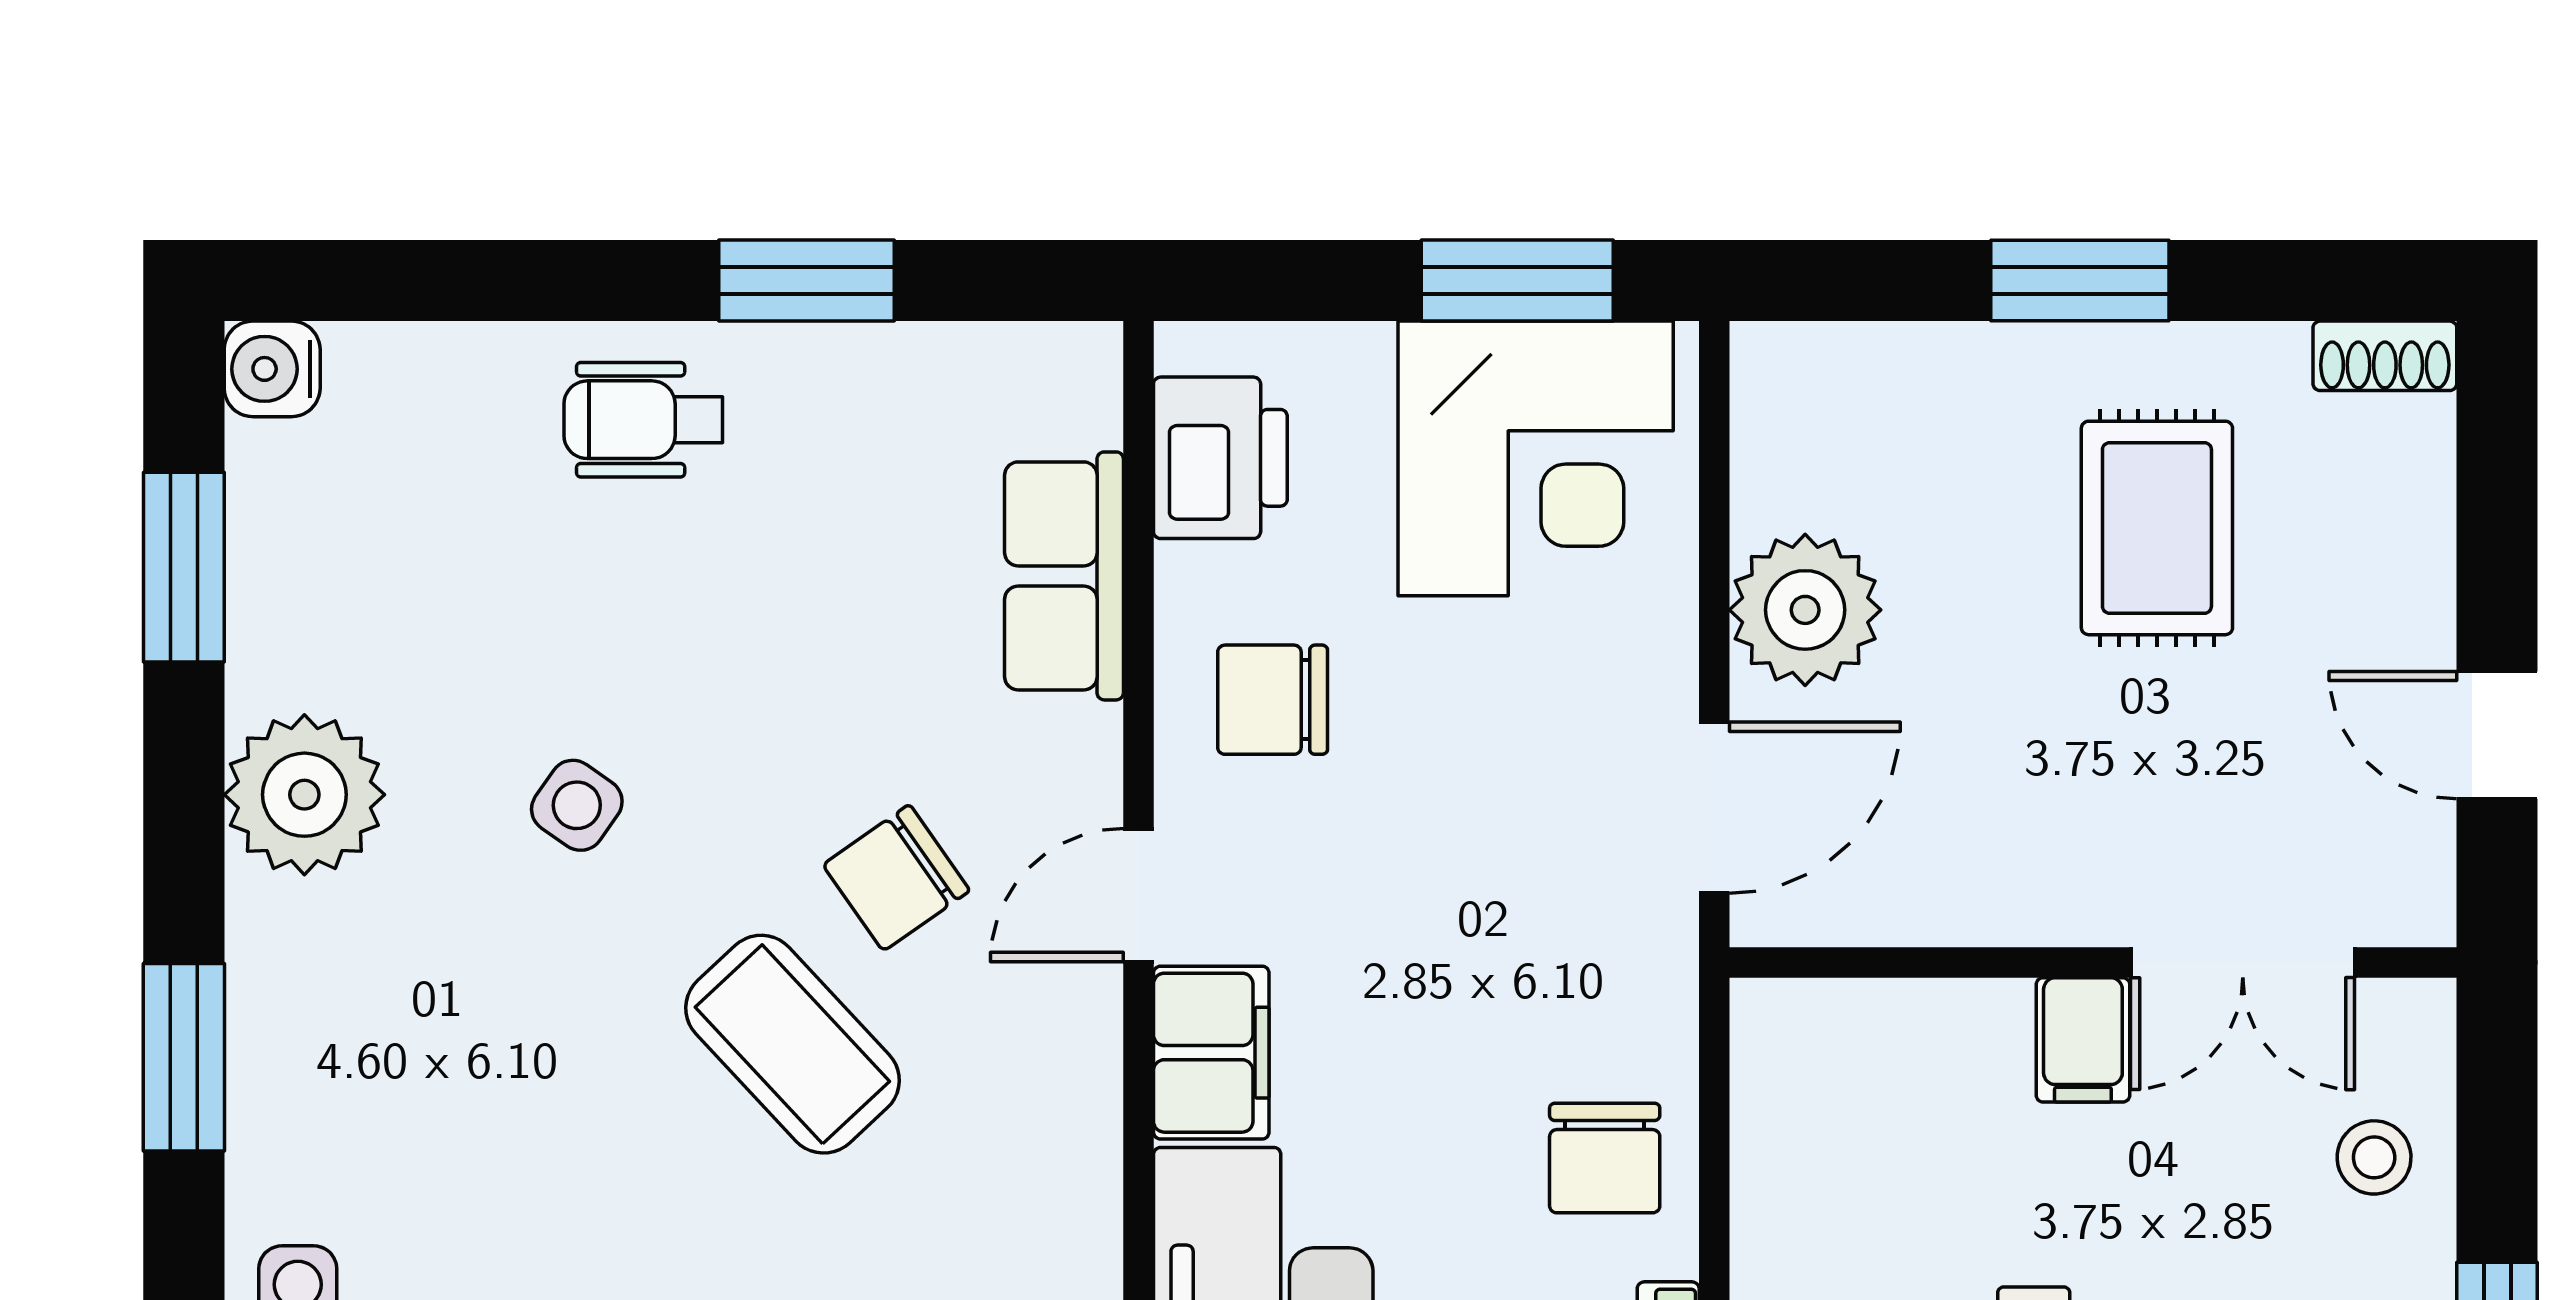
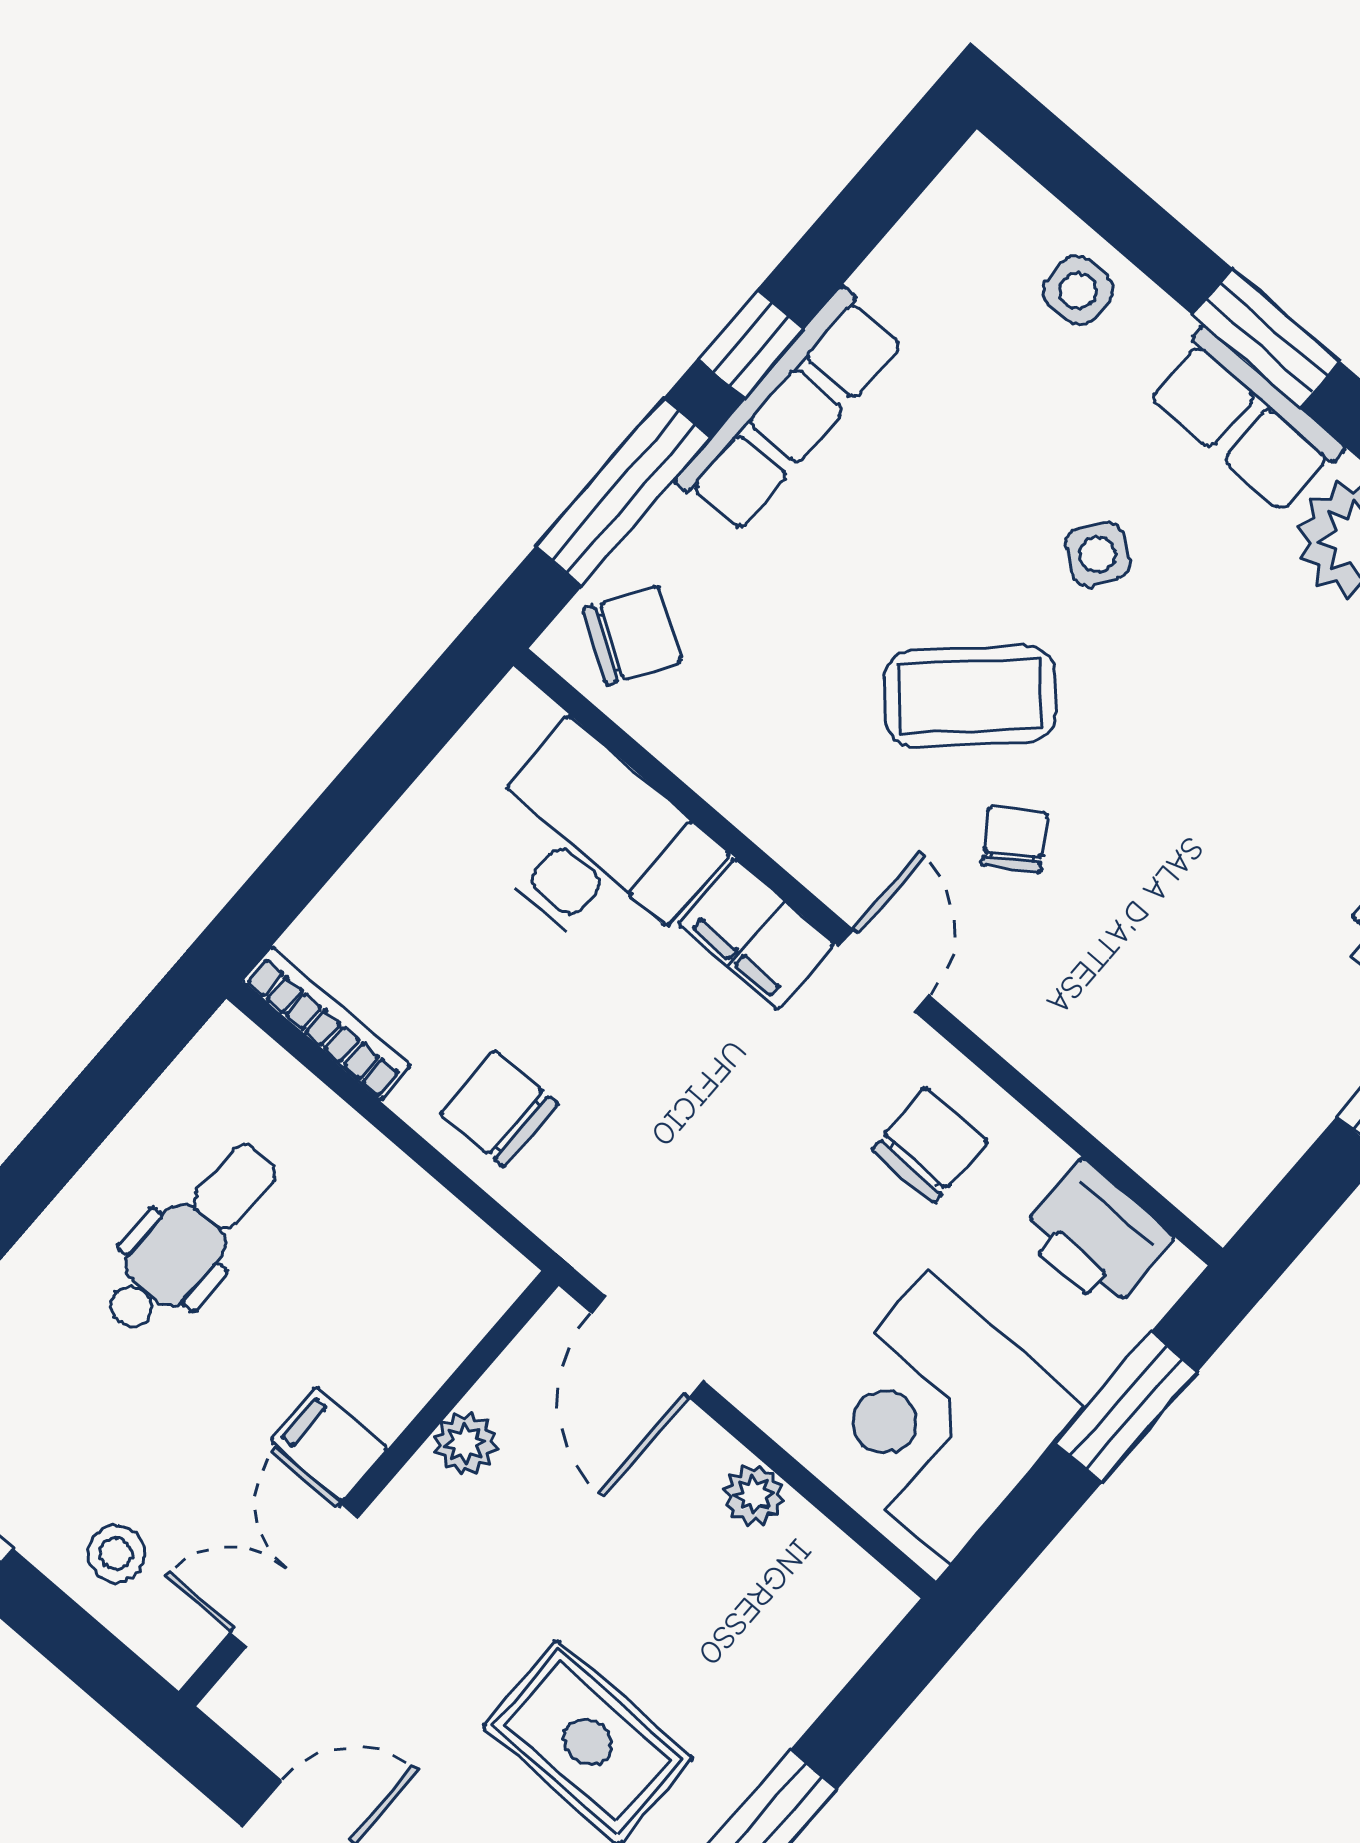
window: (1517, 281) -> (1126, 1407), moved
row of seats: (1064, 576) -> (1245, 421), moved, turned 180
plant: (1805, 610) -> (754, 1495), width x0.53, depth x0.53
side table: (577, 805) -> (1097, 554), moved
chair: (896, 878) -> (1014, 839), width x0.73, depth x0.73
plant: (1965, 905) -> (465, 1443), added

